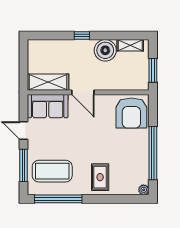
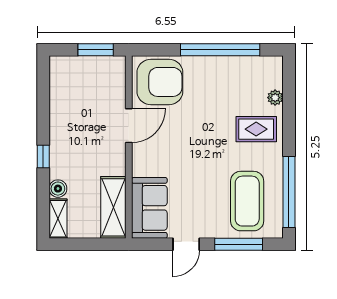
shelving: (130, 45) -> (58, 219), moved
boiler: (105, 50) -> (58, 189), moved, width x0.54, depth x0.54
door: (83, 92) -> (129, 126), moved
plant: (144, 190) -> (275, 98), moved

